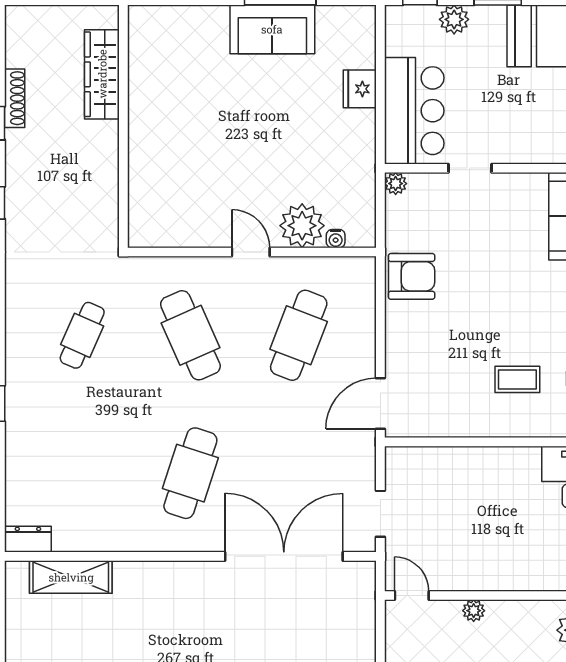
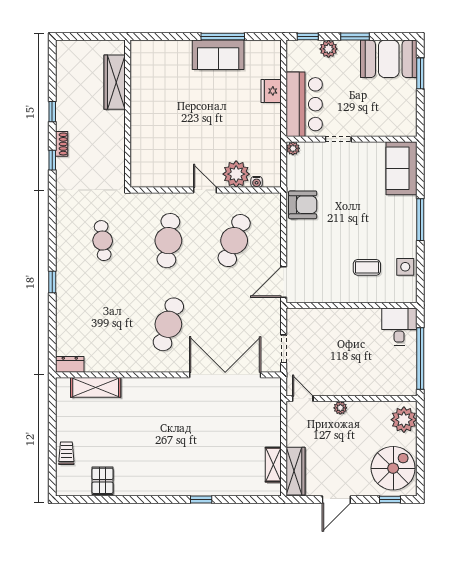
shoe rack: (15, 98) -> (62, 144), moved, width x0.70
cafe table: (82, 335) -> (103, 241), turned -30
cafe table: (190, 335) -> (168, 241), turned 30

